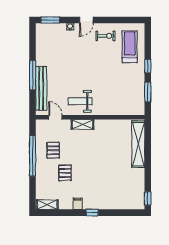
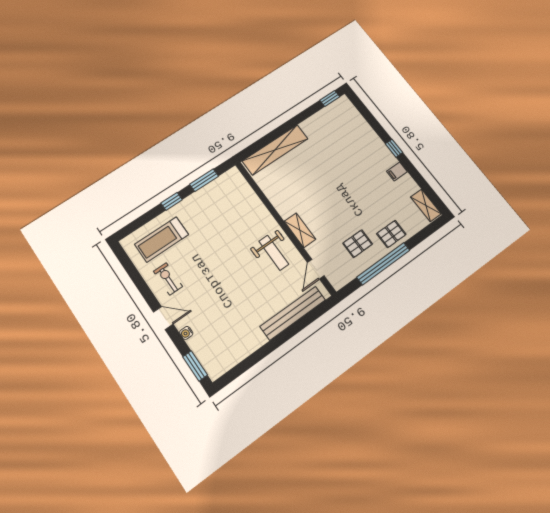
window: (33, 75) -> (284, 337), removed
pallet: (65, 173) -> (391, 234), moved

